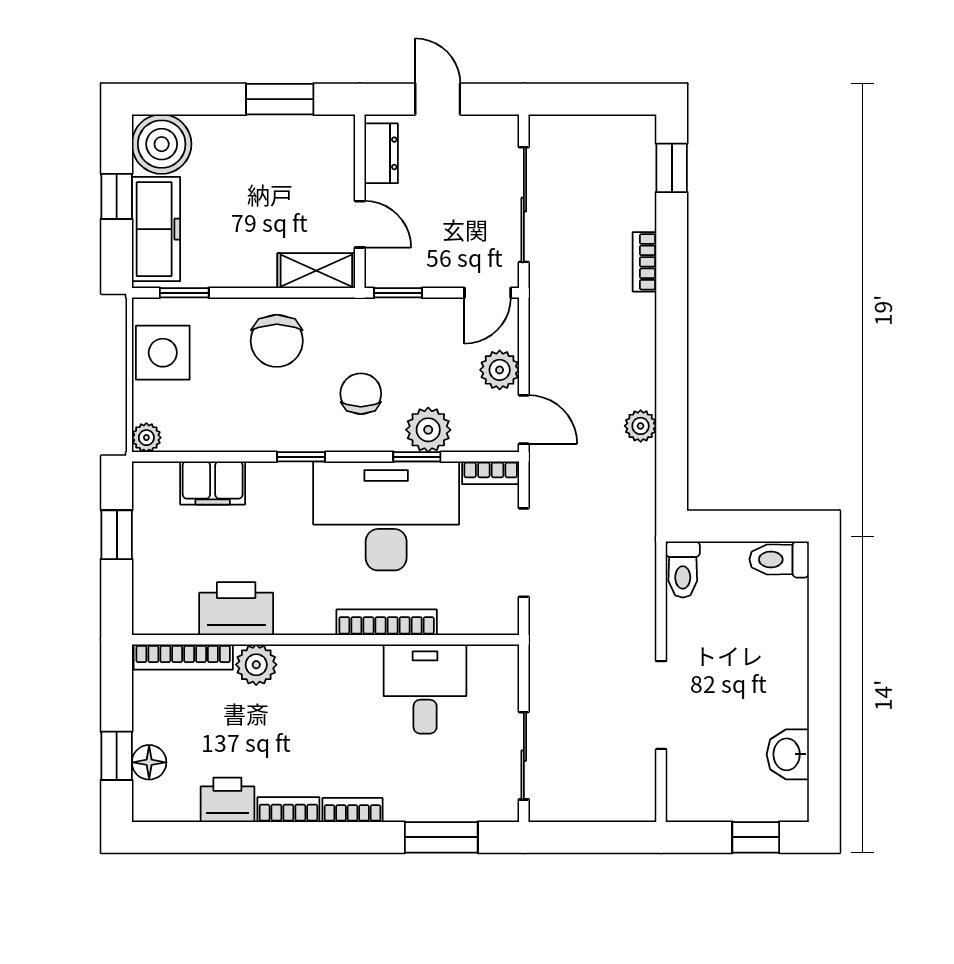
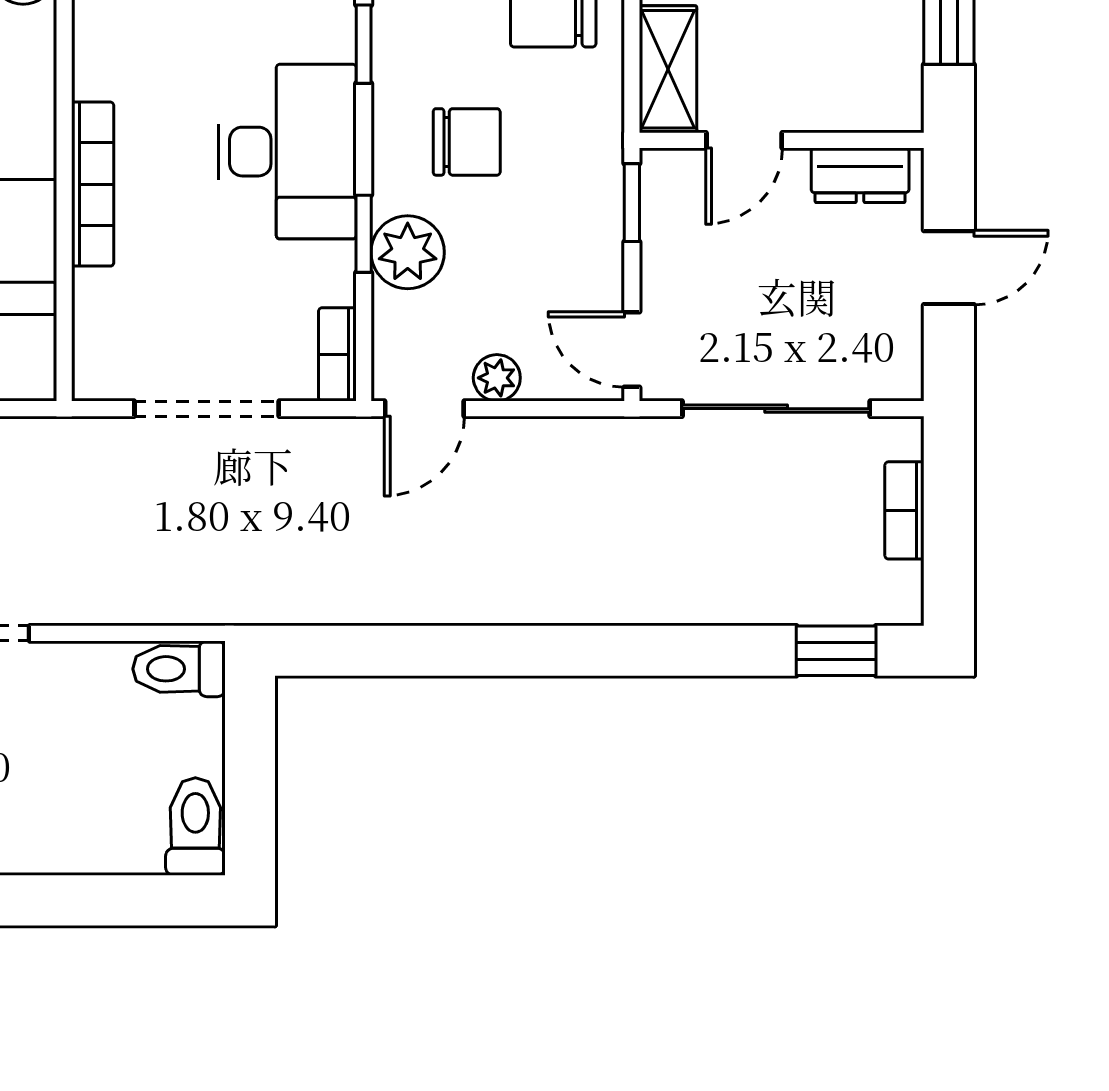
bookcase: (645, 262) -> (904, 510), moved, turned -90
plant: (500, 370) -> (497, 378), width x0.73, depth x0.73
plant: (641, 426) -> (414, 600), removed
desk: (386, 516) -> (287, 152), width x0.73, depth x0.77

